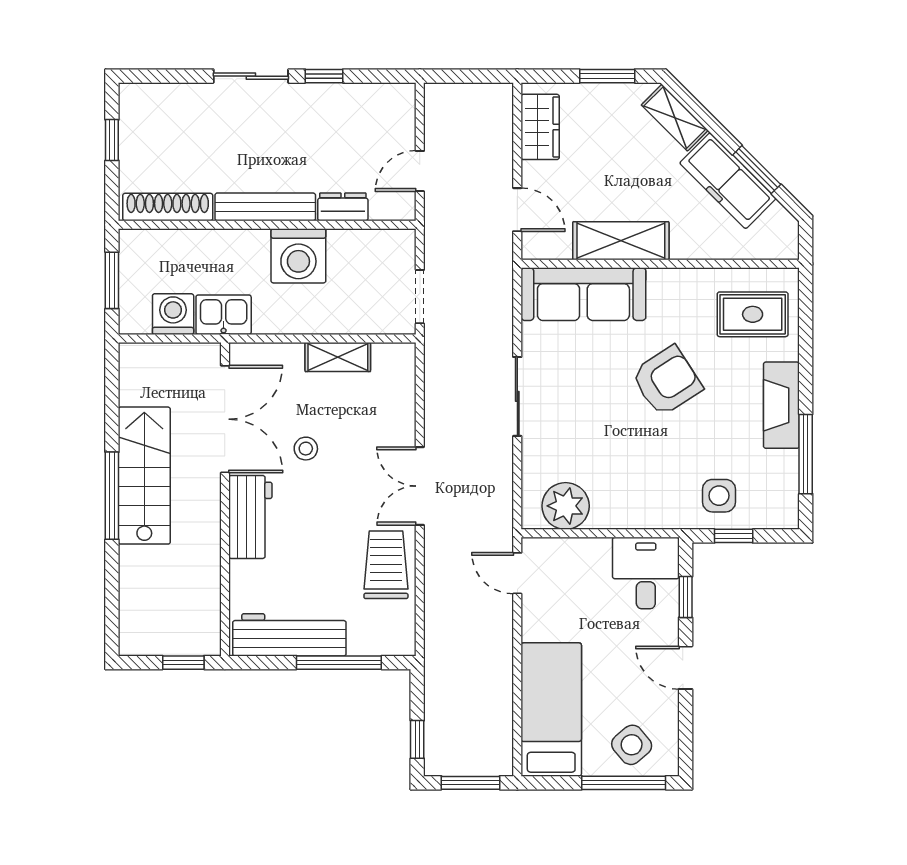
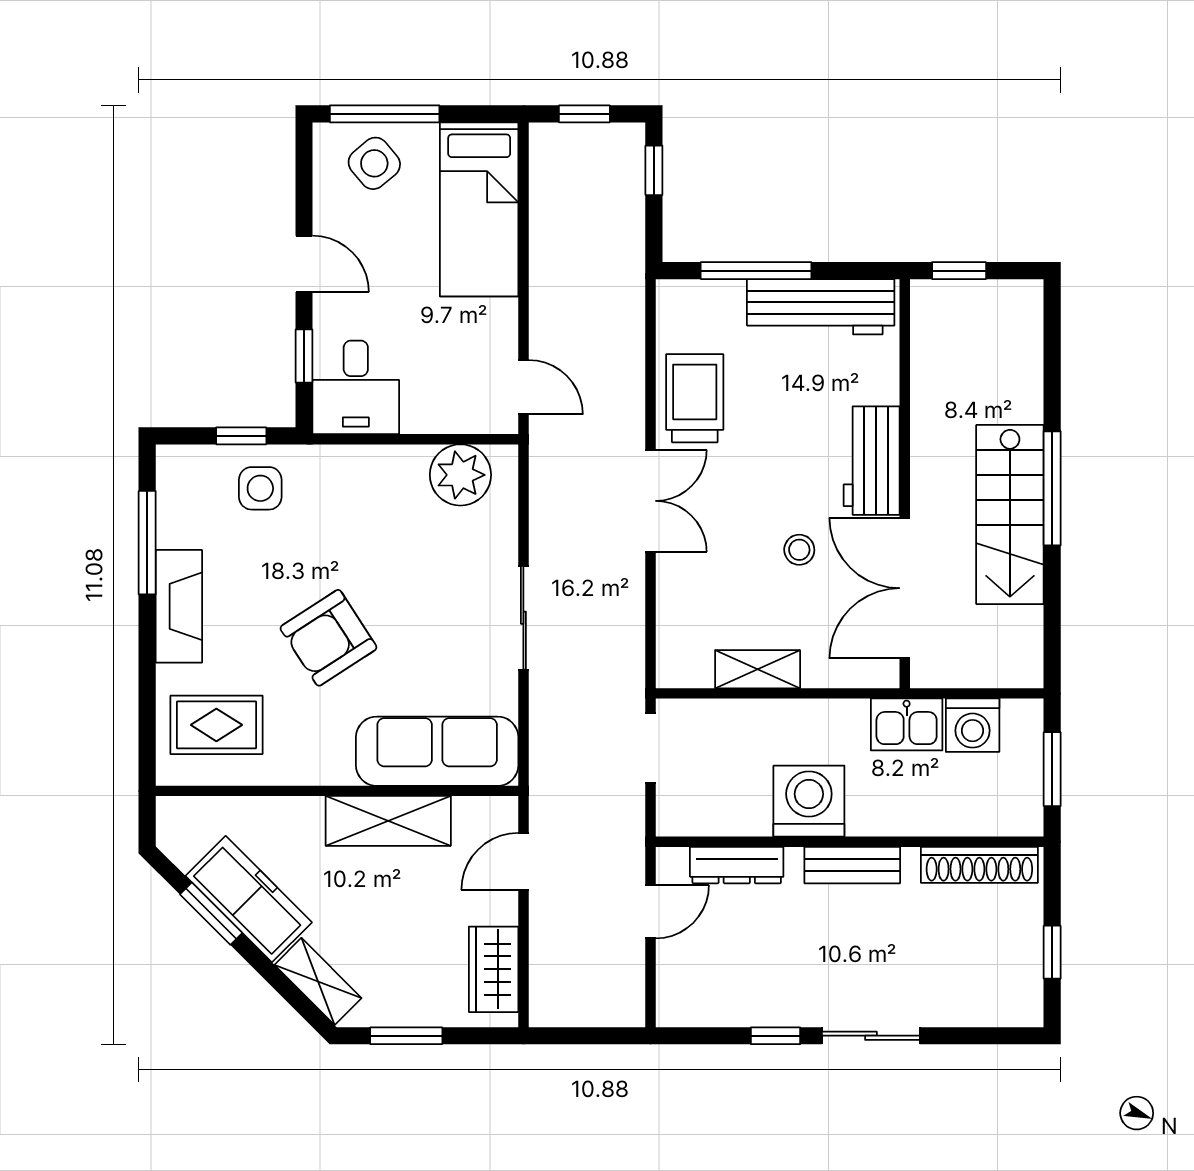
bench: (265, 207) -> (852, 865), width x0.73
dresser: (343, 207) -> (737, 865), width x1.44
door: (517, 210) -> (523, 861), hinge flipped
trolley: (386, 565) -> (695, 398), turned 180
window: (471, 783) -> (584, 114), width x0.67

